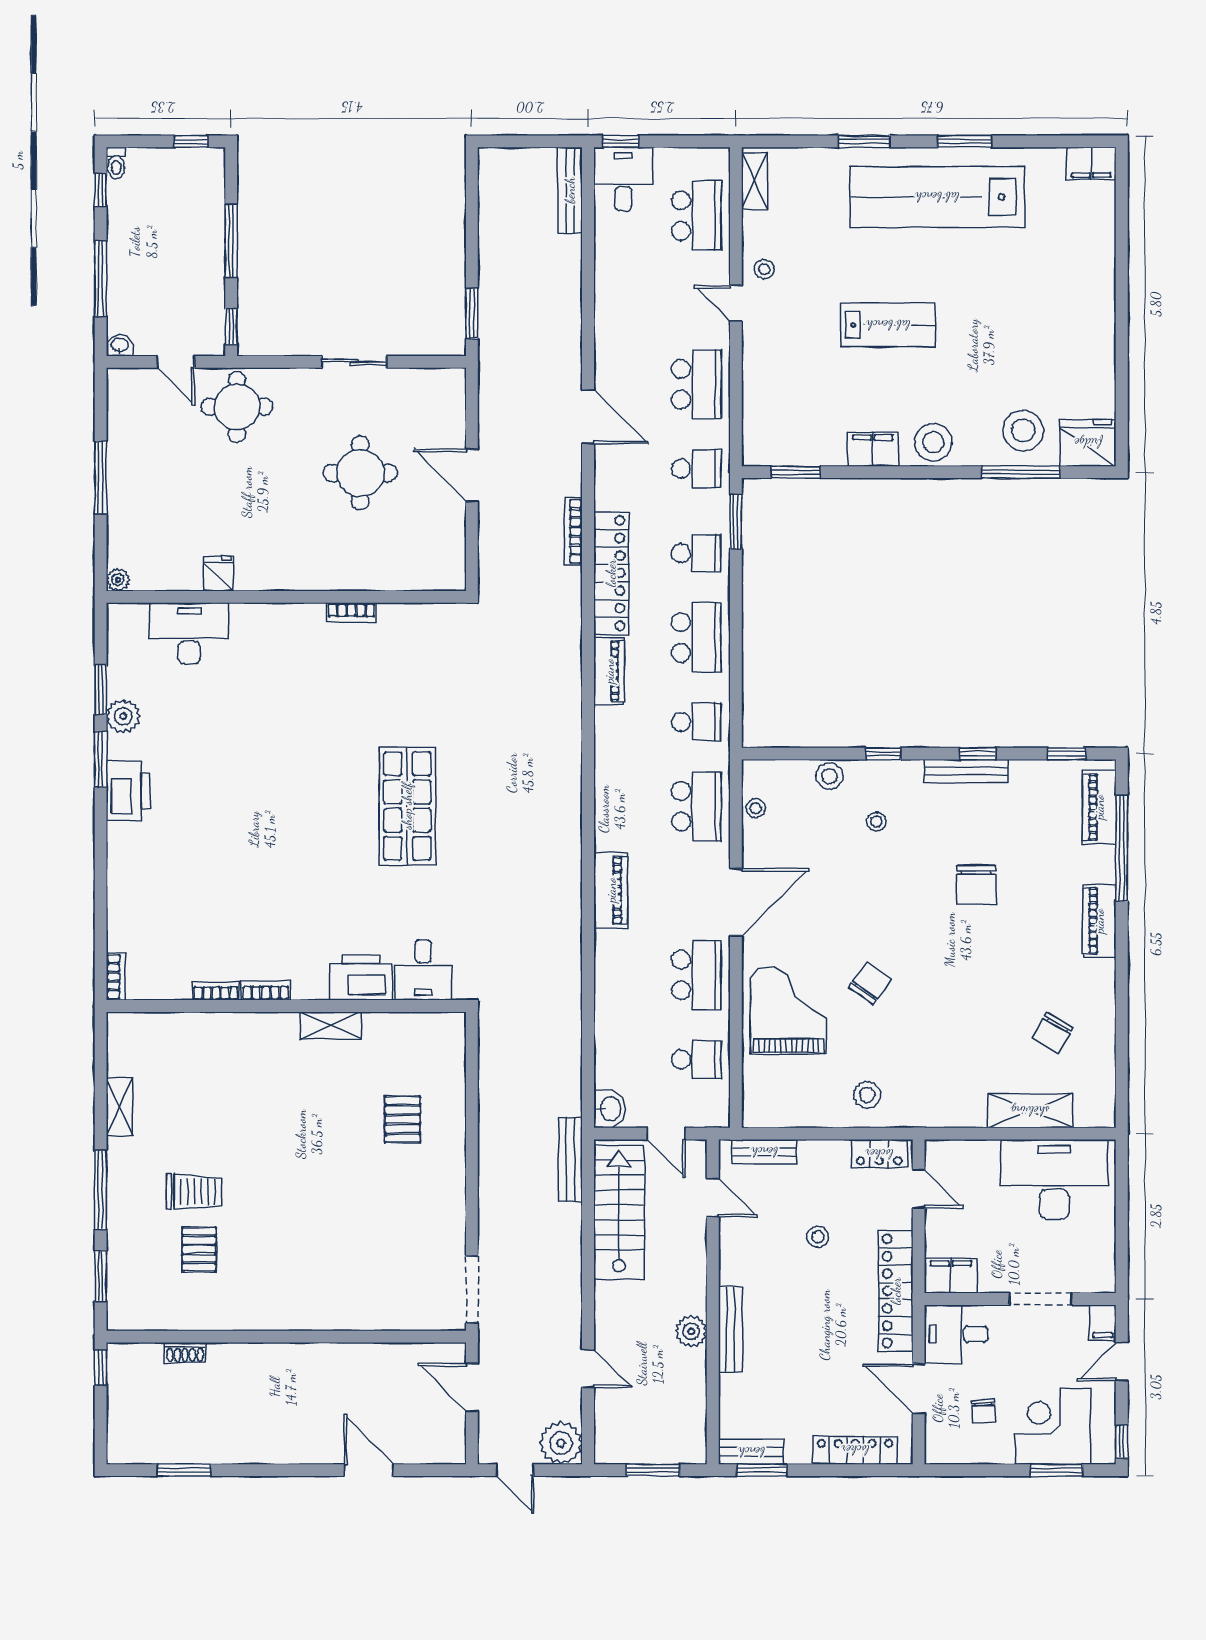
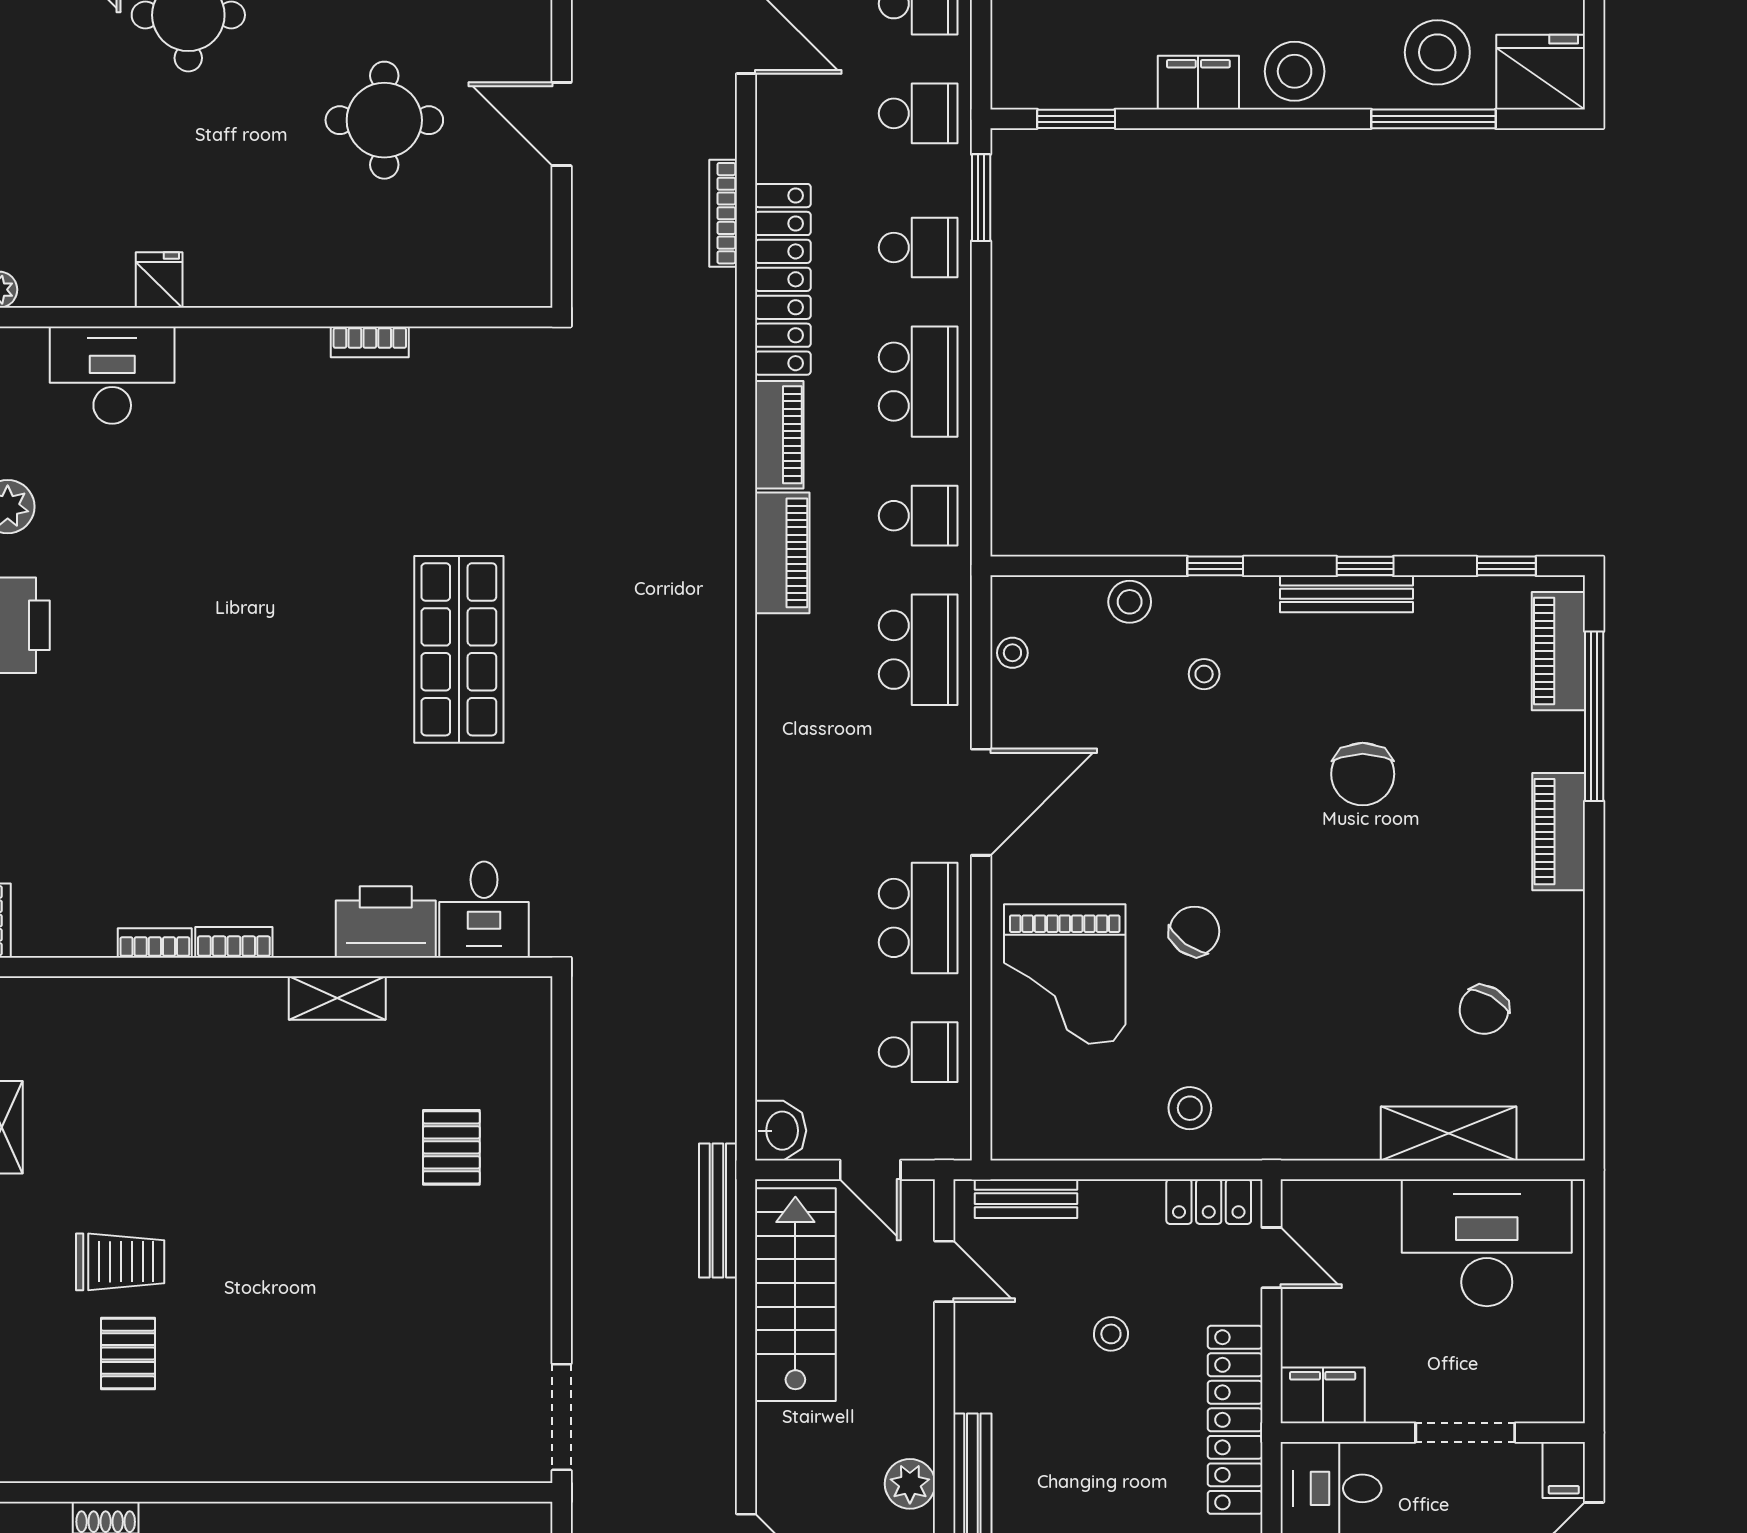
piano: (611, 890) -> (782, 553), moved
grand piano: (789, 1010) -> (1065, 974), turned 180

